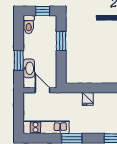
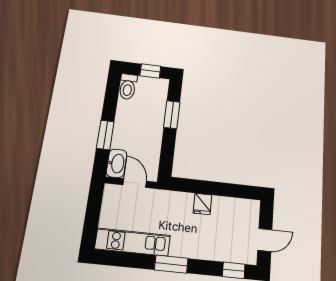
washbasin: (29, 68) -> (117, 163), moved

